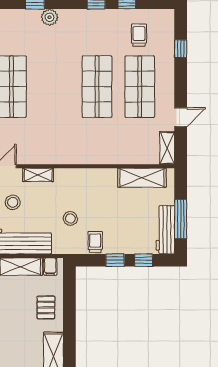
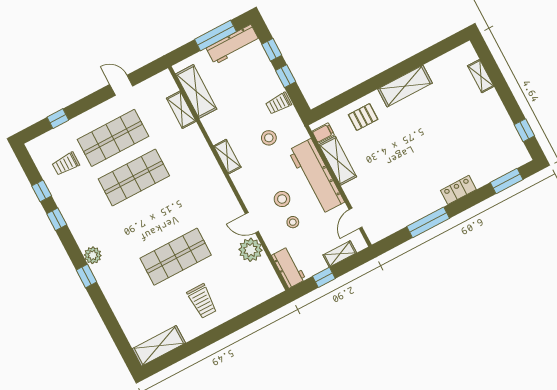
shelving: (167, 148) -> (181, 110), moved, turned 90
shelving: (38, 175) -> (227, 157), moved

